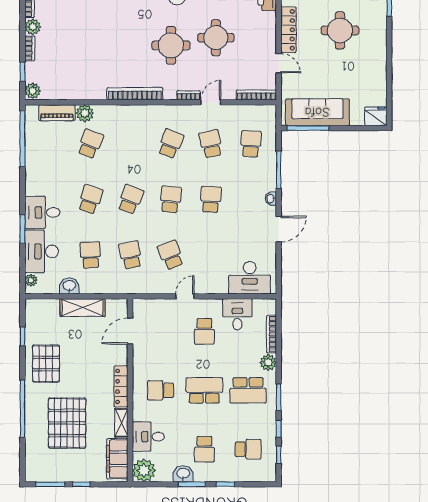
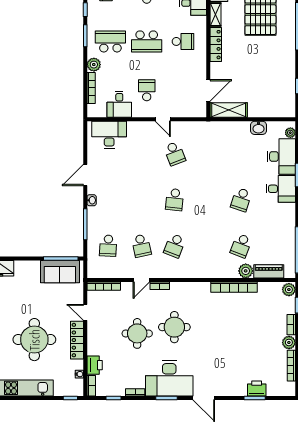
round table: (340, 30) -> (34, 340), width x1.36, depth x1.36
bookcase: (135, 94) -> (234, 287), moved
sofa: (317, 112) -> (60, 272), width x0.73
school desk: (130, 199) -> (208, 200), removed
school desk: (211, 199) -> (141, 200), removed
school desk: (90, 255) -> (241, 154), removed
school desk: (130, 255) -> (208, 154), removed
door: (185, 296) -> (163, 119), hinge flipped
shelving: (82, 308) -> (229, 110), moved
pallet: (46, 364) -> (278, 64), removed

